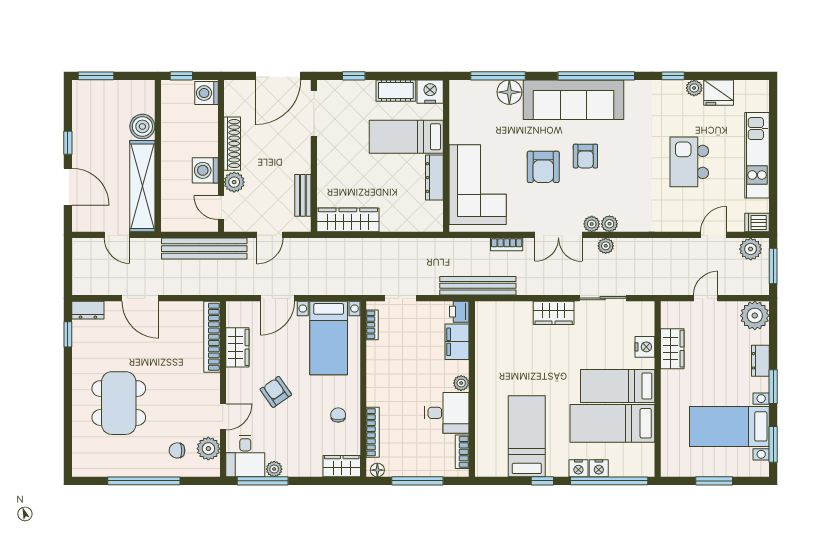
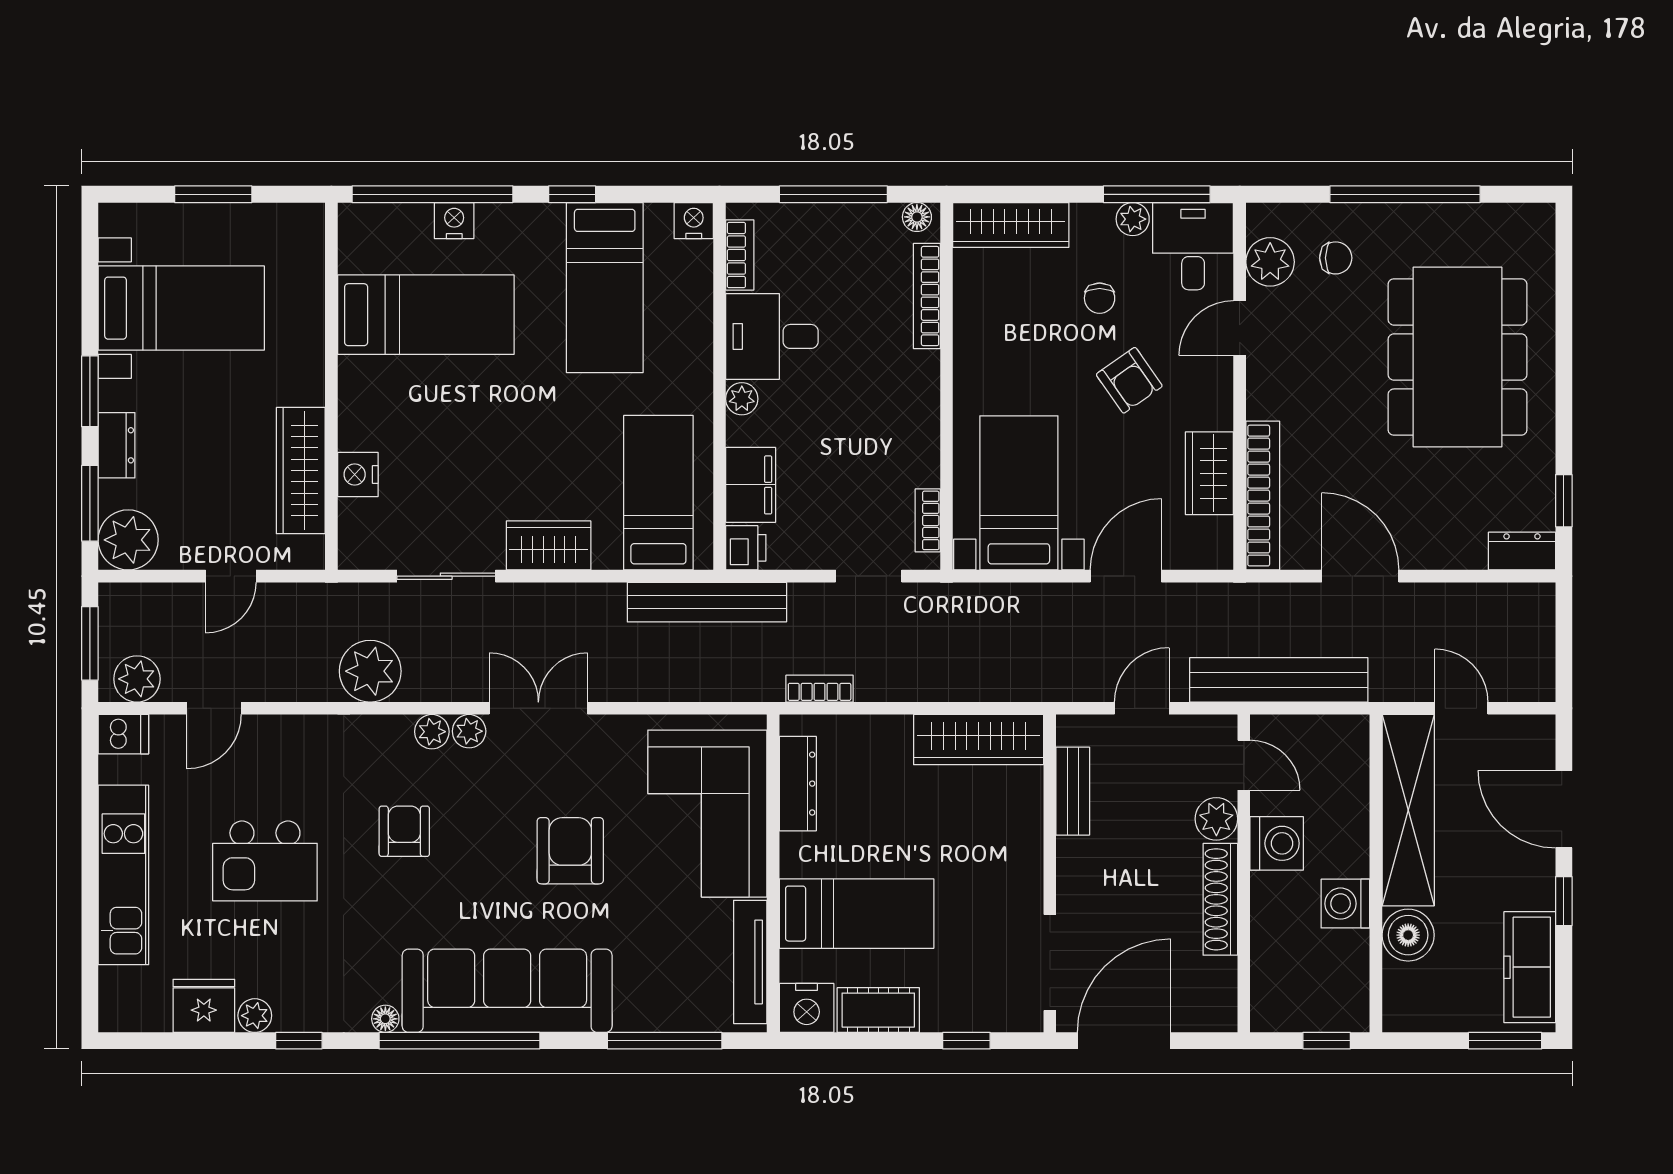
floor lamp: (509, 92) -> (385, 1019), moved, width x0.53, depth x0.53
washing machine: (206, 93) -> (1345, 904), moved, turned 180
freezer: (84, 111) -> (1530, 967), added
tv unit: (457, 114) -> (750, 962), added
armchair: (585, 156) -> (404, 831), moved
kitchen island: (689, 162) -> (265, 861), turned 90
dresser: (434, 178) -> (798, 784), moved
bookcase: (507, 244) -> (820, 689), moved
plant: (606, 246) -> (370, 671), moved, width x1.88, depth x1.88
door: (140, 298) -> (1360, 576), moved
wardrobe: (672, 349) -> (301, 471), width x1.50
bed: (618, 386) -> (658, 493), moved, turned -90
dining table: (119, 403) -> (1458, 357), width x1.36, depth x1.24
chair: (338, 415) -> (1100, 298), moved
window: (773, 444) -> (90, 503), moved
wardrobe: (342, 466) -> (1011, 225), width x1.50
nightstand: (578, 468) -> (694, 221), moved

